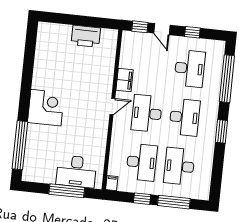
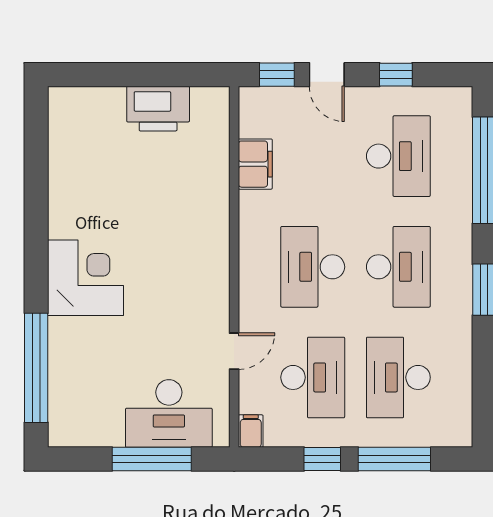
filing cabinet: (125, 80) -> (255, 164), moved
door: (112, 107) -> (234, 351), moved

